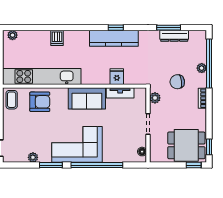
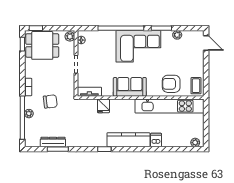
kitchen counter: (114, 38) -> (128, 140), moved
tv unit: (120, 93) -> (89, 92), moved
plant: (155, 98) -> (70, 36), moved

